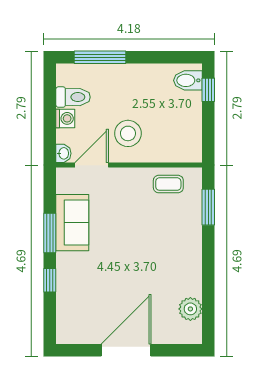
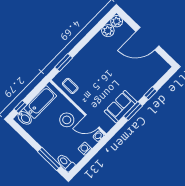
toilet: (73, 97) -> (66, 163), moved
bathtub: (188, 122) -> (40, 102), added
plant: (191, 333) -> (117, 21), added

